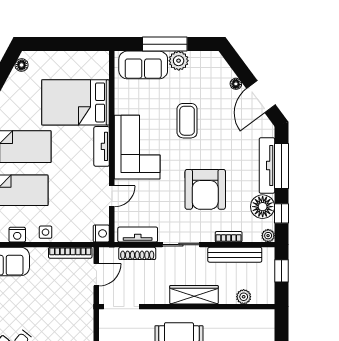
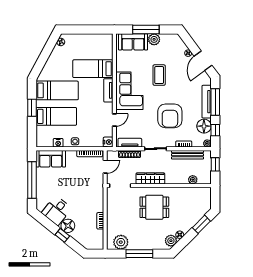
bed: (76, 102) -> (93, 69), width x0.67
wardrobe: (194, 295) -> (150, 178), moved

